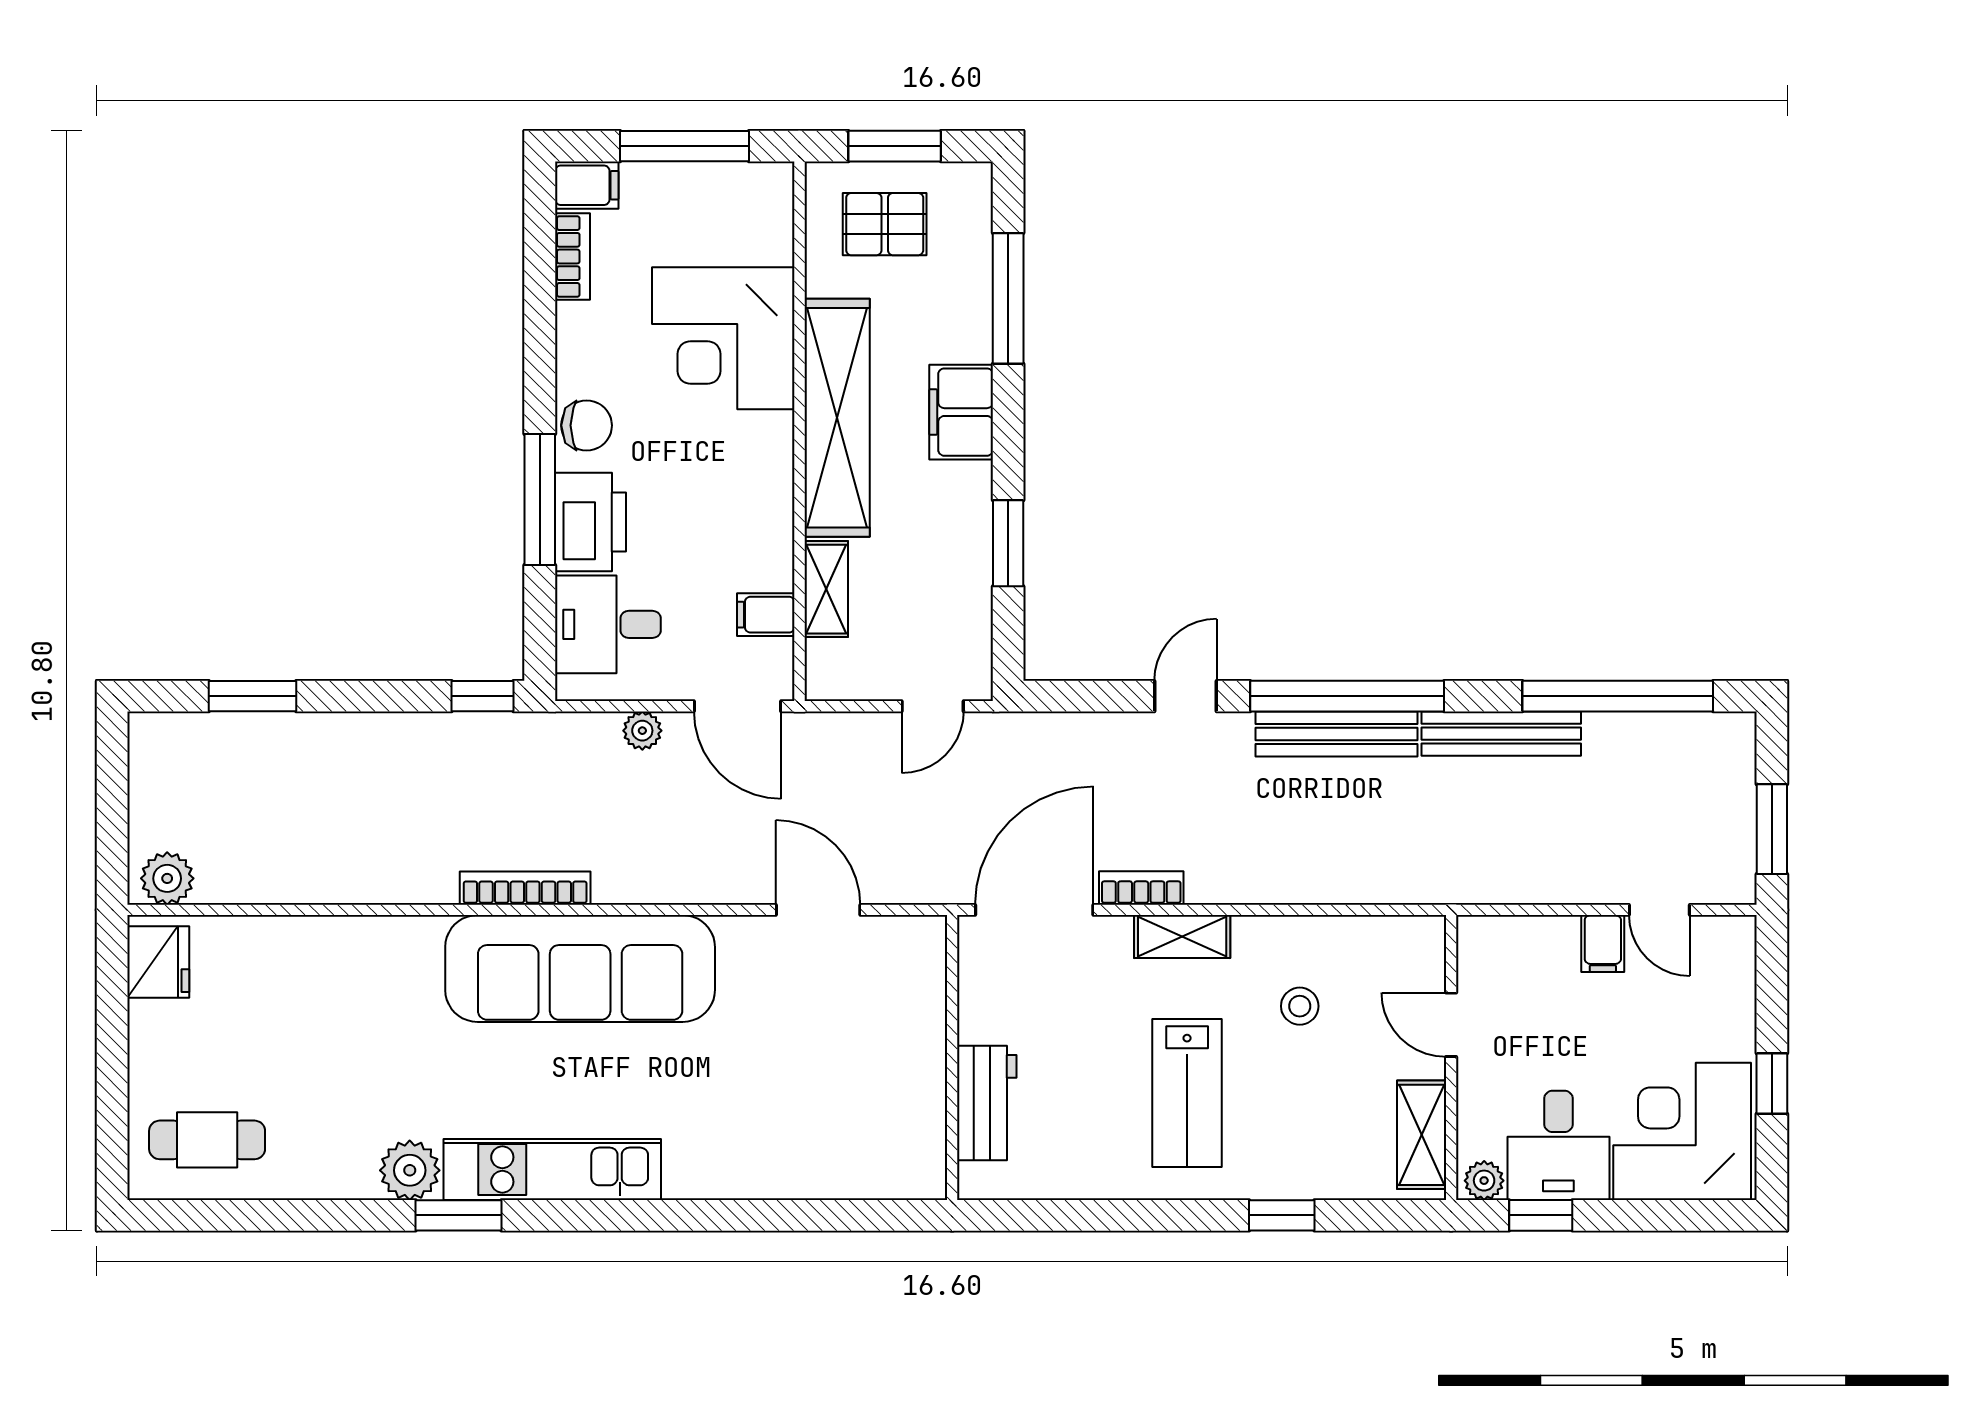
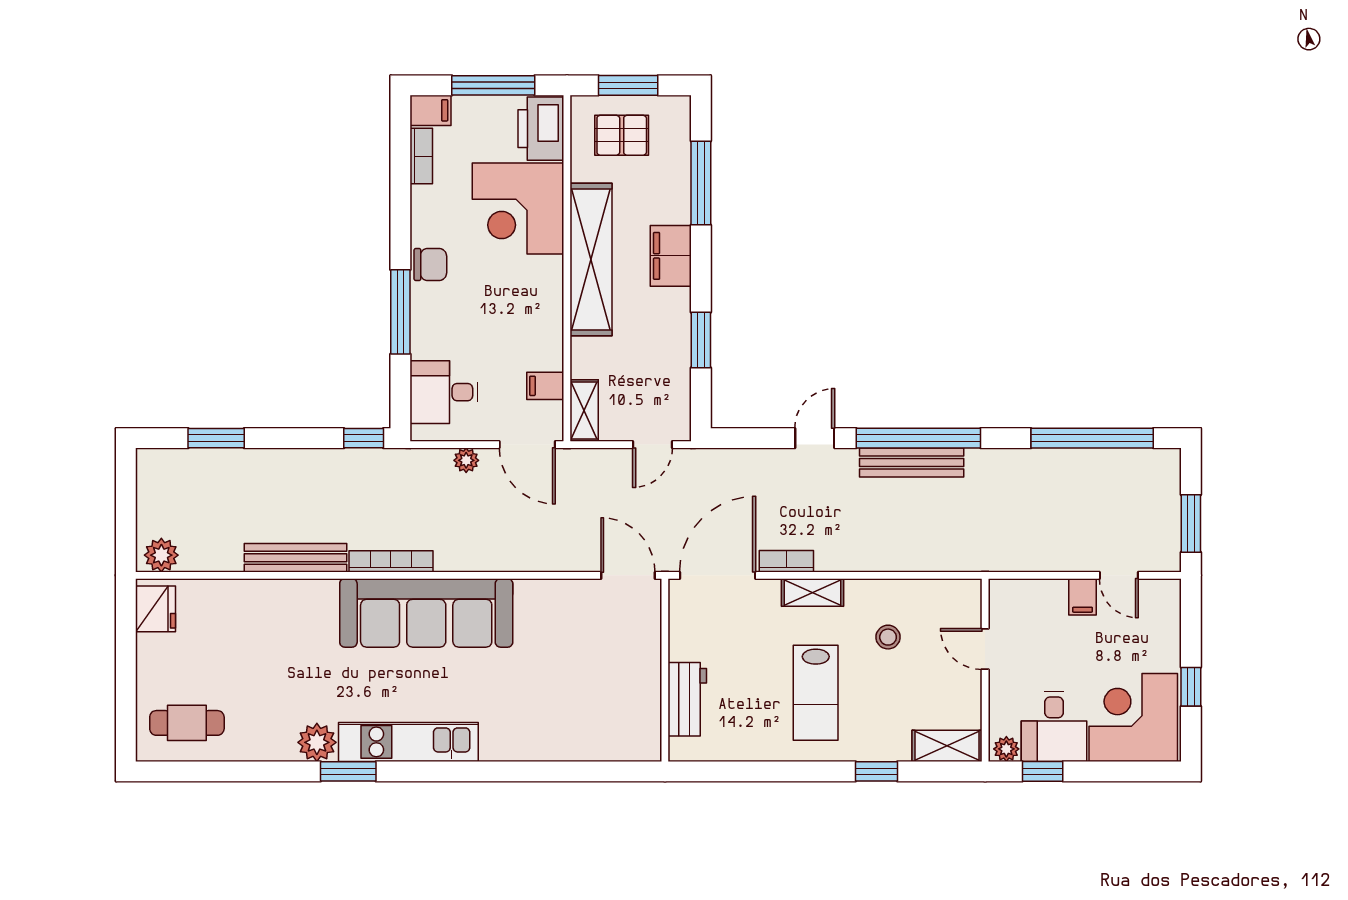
printer: (591, 522) -> (541, 129), moved, turned 180
shelving: (826, 589) -> (584, 411), moved
bench: (1501, 734) -> (295, 558), moved
door: (818, 910) -> (628, 575), moved
shelving: (1422, 1135) -> (947, 746), moved, turned 90

